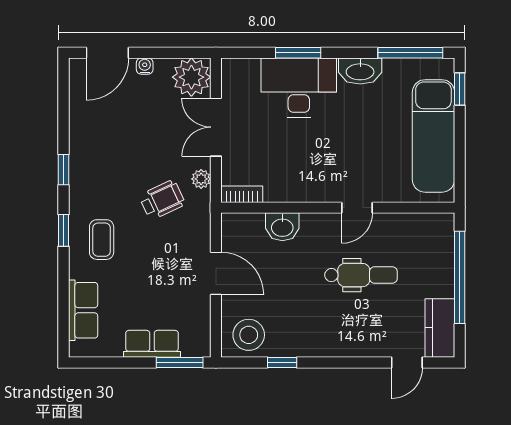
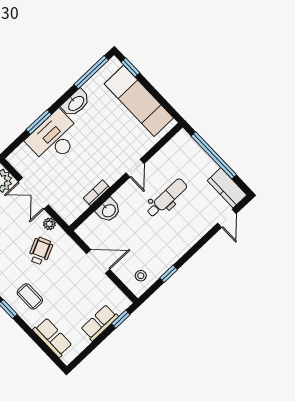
bookcase: (242, 194) -> (96, 193), moved
stool: (249, 335) -> (141, 276), width x0.53, depth x0.53
window: (180, 363) -> (121, 319), width x0.67

